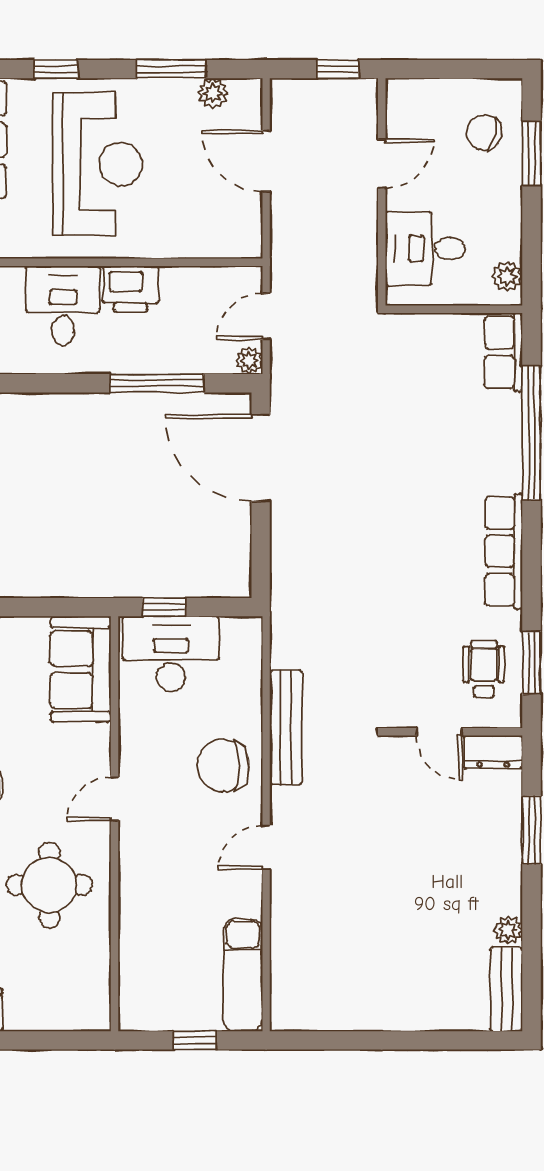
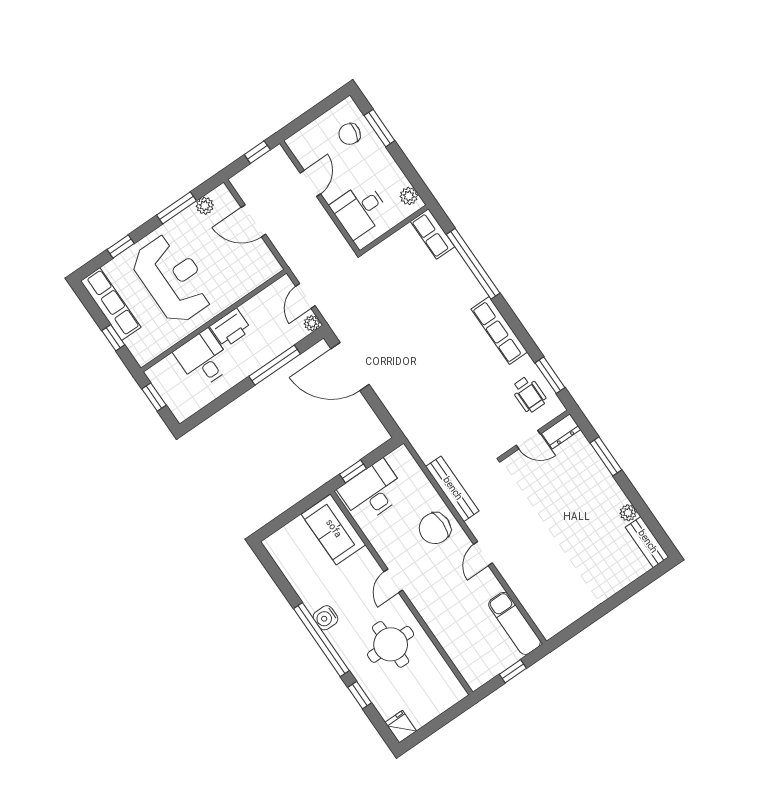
wheelchair: (484, 669) -> (529, 394), turned 180

